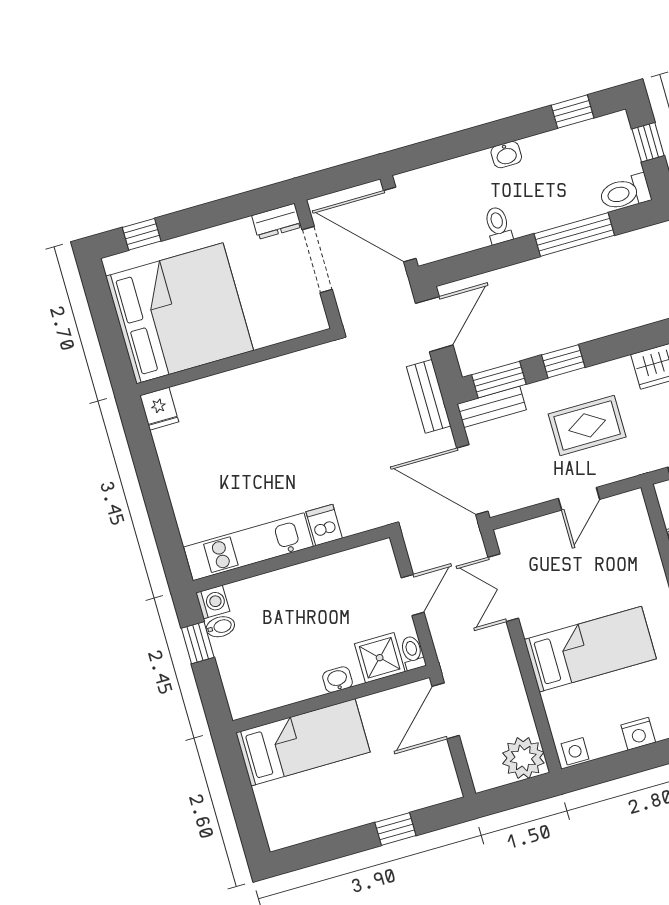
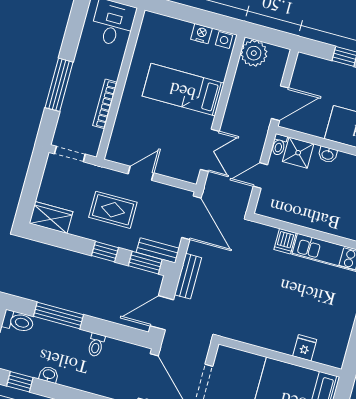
washbasin: (506, 155) -> (49, 375), moved
fridge: (159, 409) -> (305, 348), moved
nightstand: (638, 734) -> (201, 34), moved

